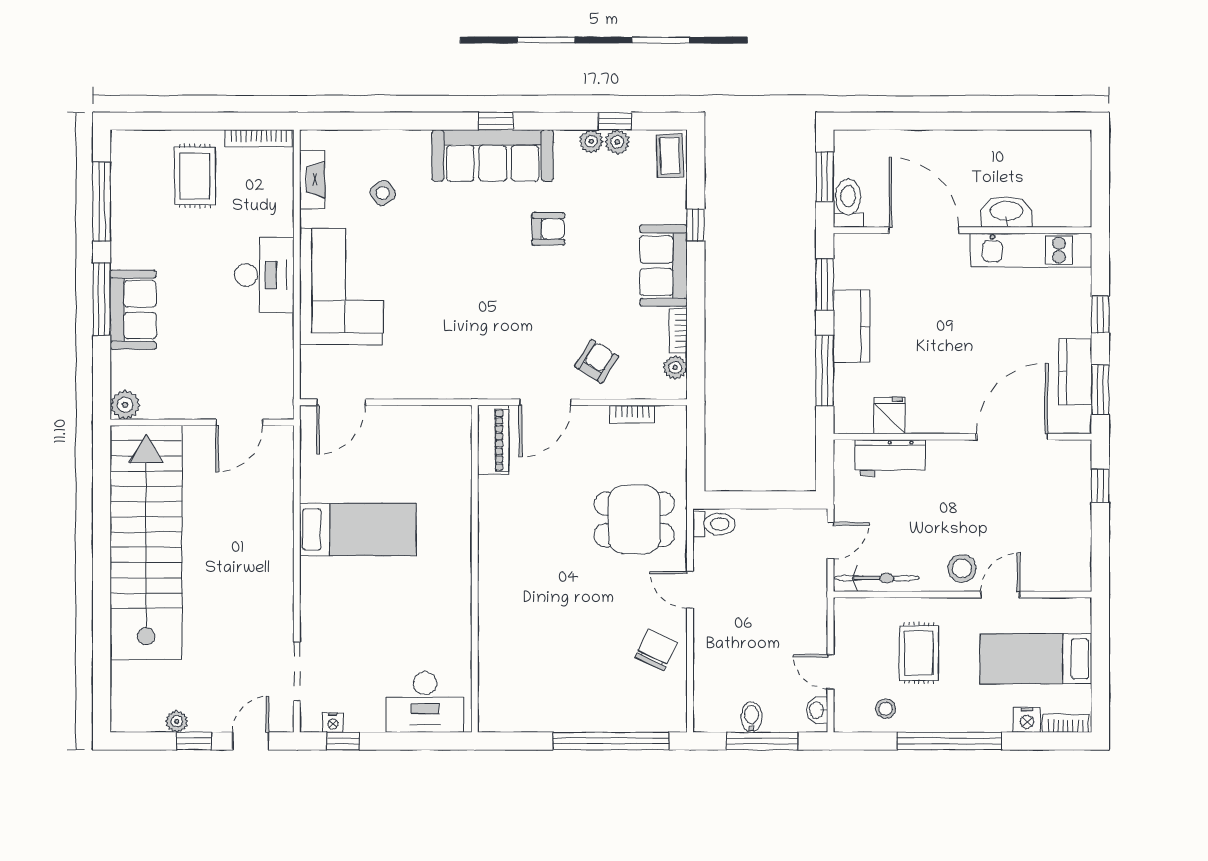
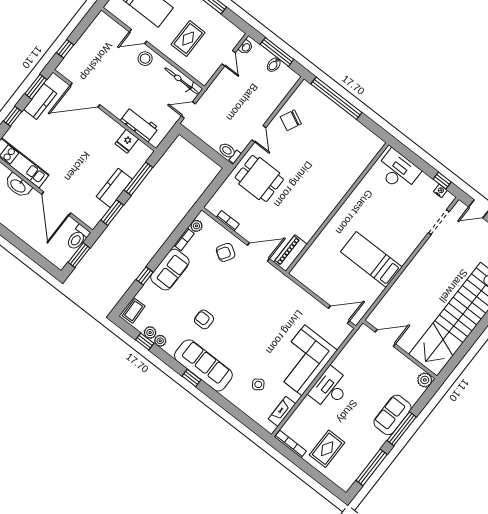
stool: (886, 709) -> (218, 27), removed

